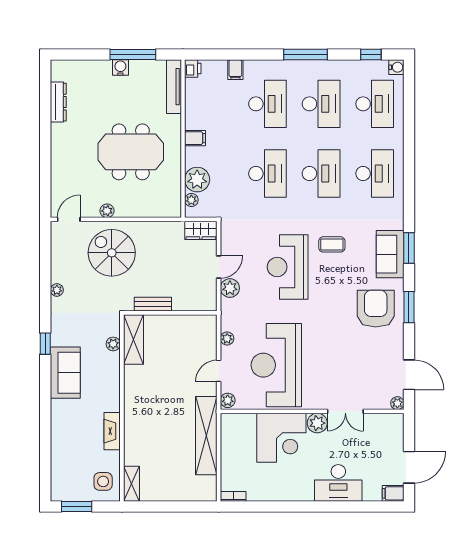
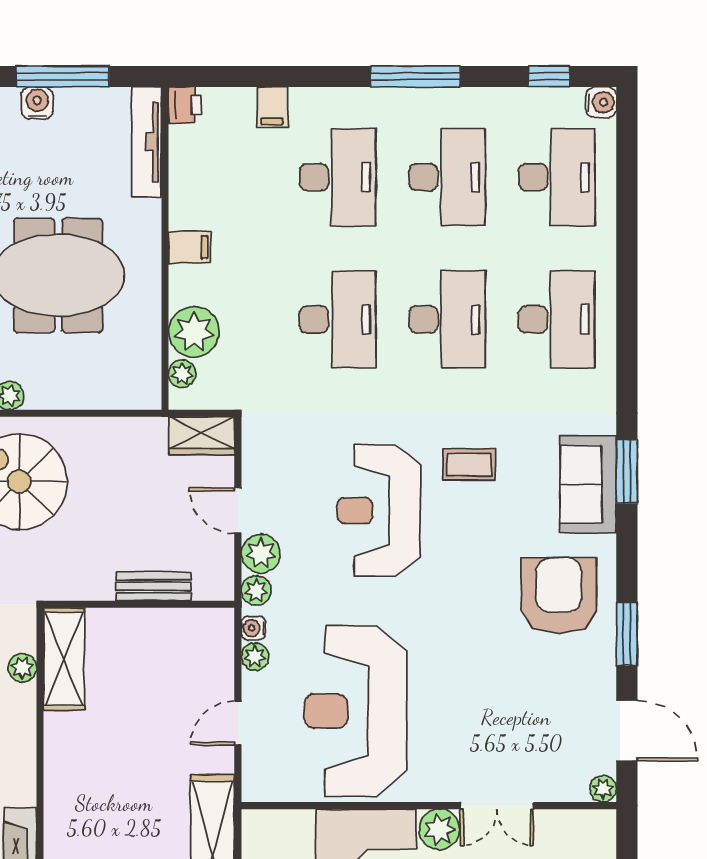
door: (219, 267) -> (238, 511), swing flipped
bench: (153, 304) -> (154, 586), moved
window: (409, 307) -> (627, 634), moved
water cooler: (226, 325) -> (253, 628), added
plant: (228, 400) -> (256, 590), moved

